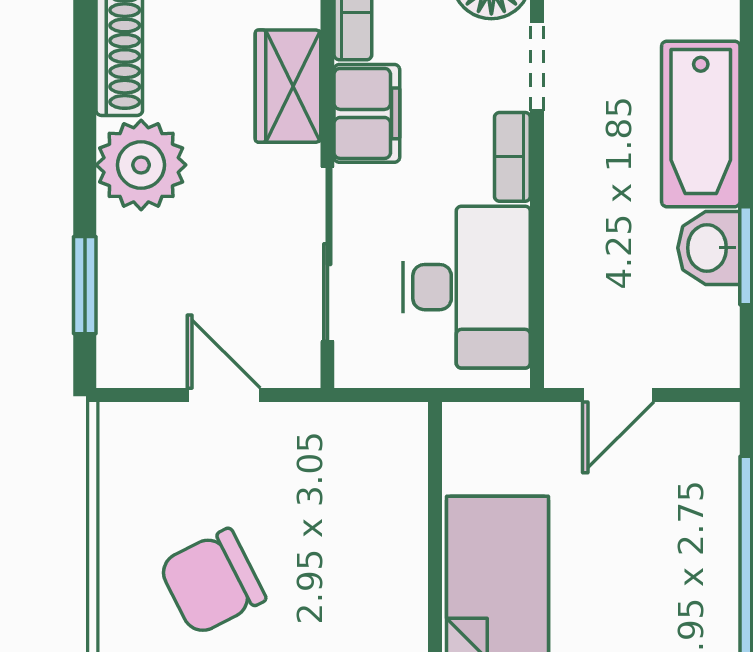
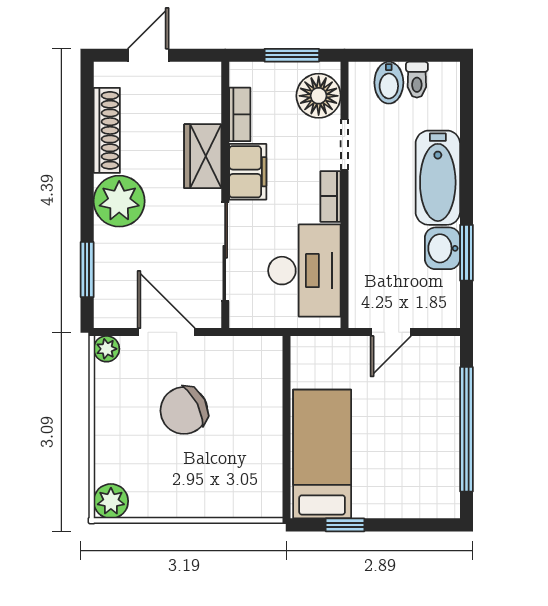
door: (224, 395) -> (166, 332), width x1.38
plant: (119, 424) -> (107, 349), added
chair: (212, 582) -> (184, 411), moved

